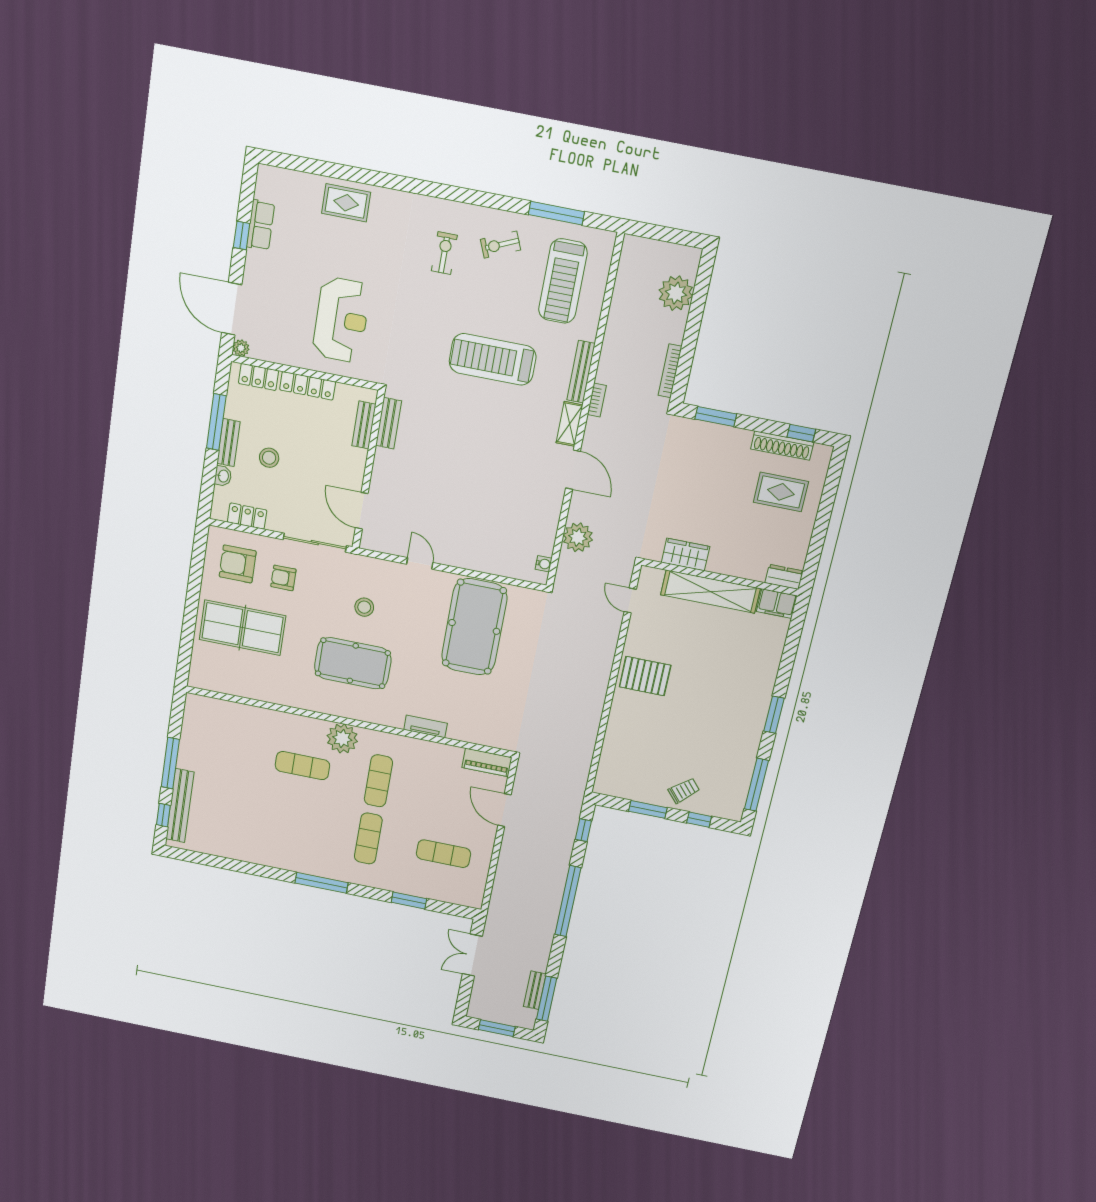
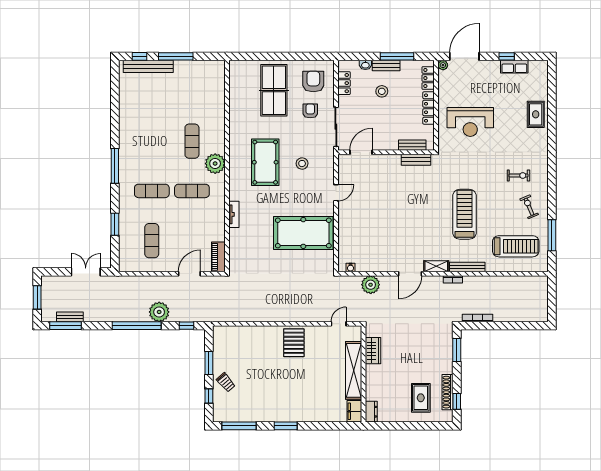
treadmill: (563, 281) -> (516, 246), turned 180
plant: (676, 293) -> (159, 312), moved

